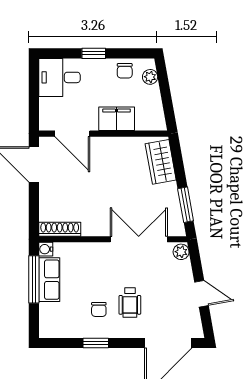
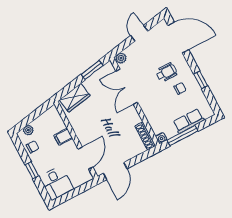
filing cabinet: (117, 119) -> (63, 137), width x0.50
row of seats: (49, 280) -> (189, 121), moved

